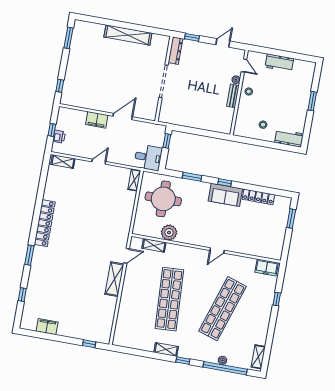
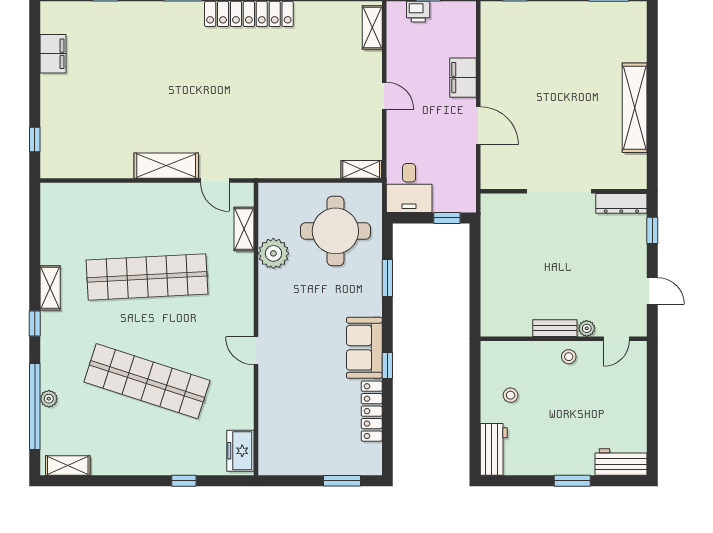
workbench: (279, 63) -> (621, 462), moved, turned 90
window: (225, 183) -> (387, 366), moved

